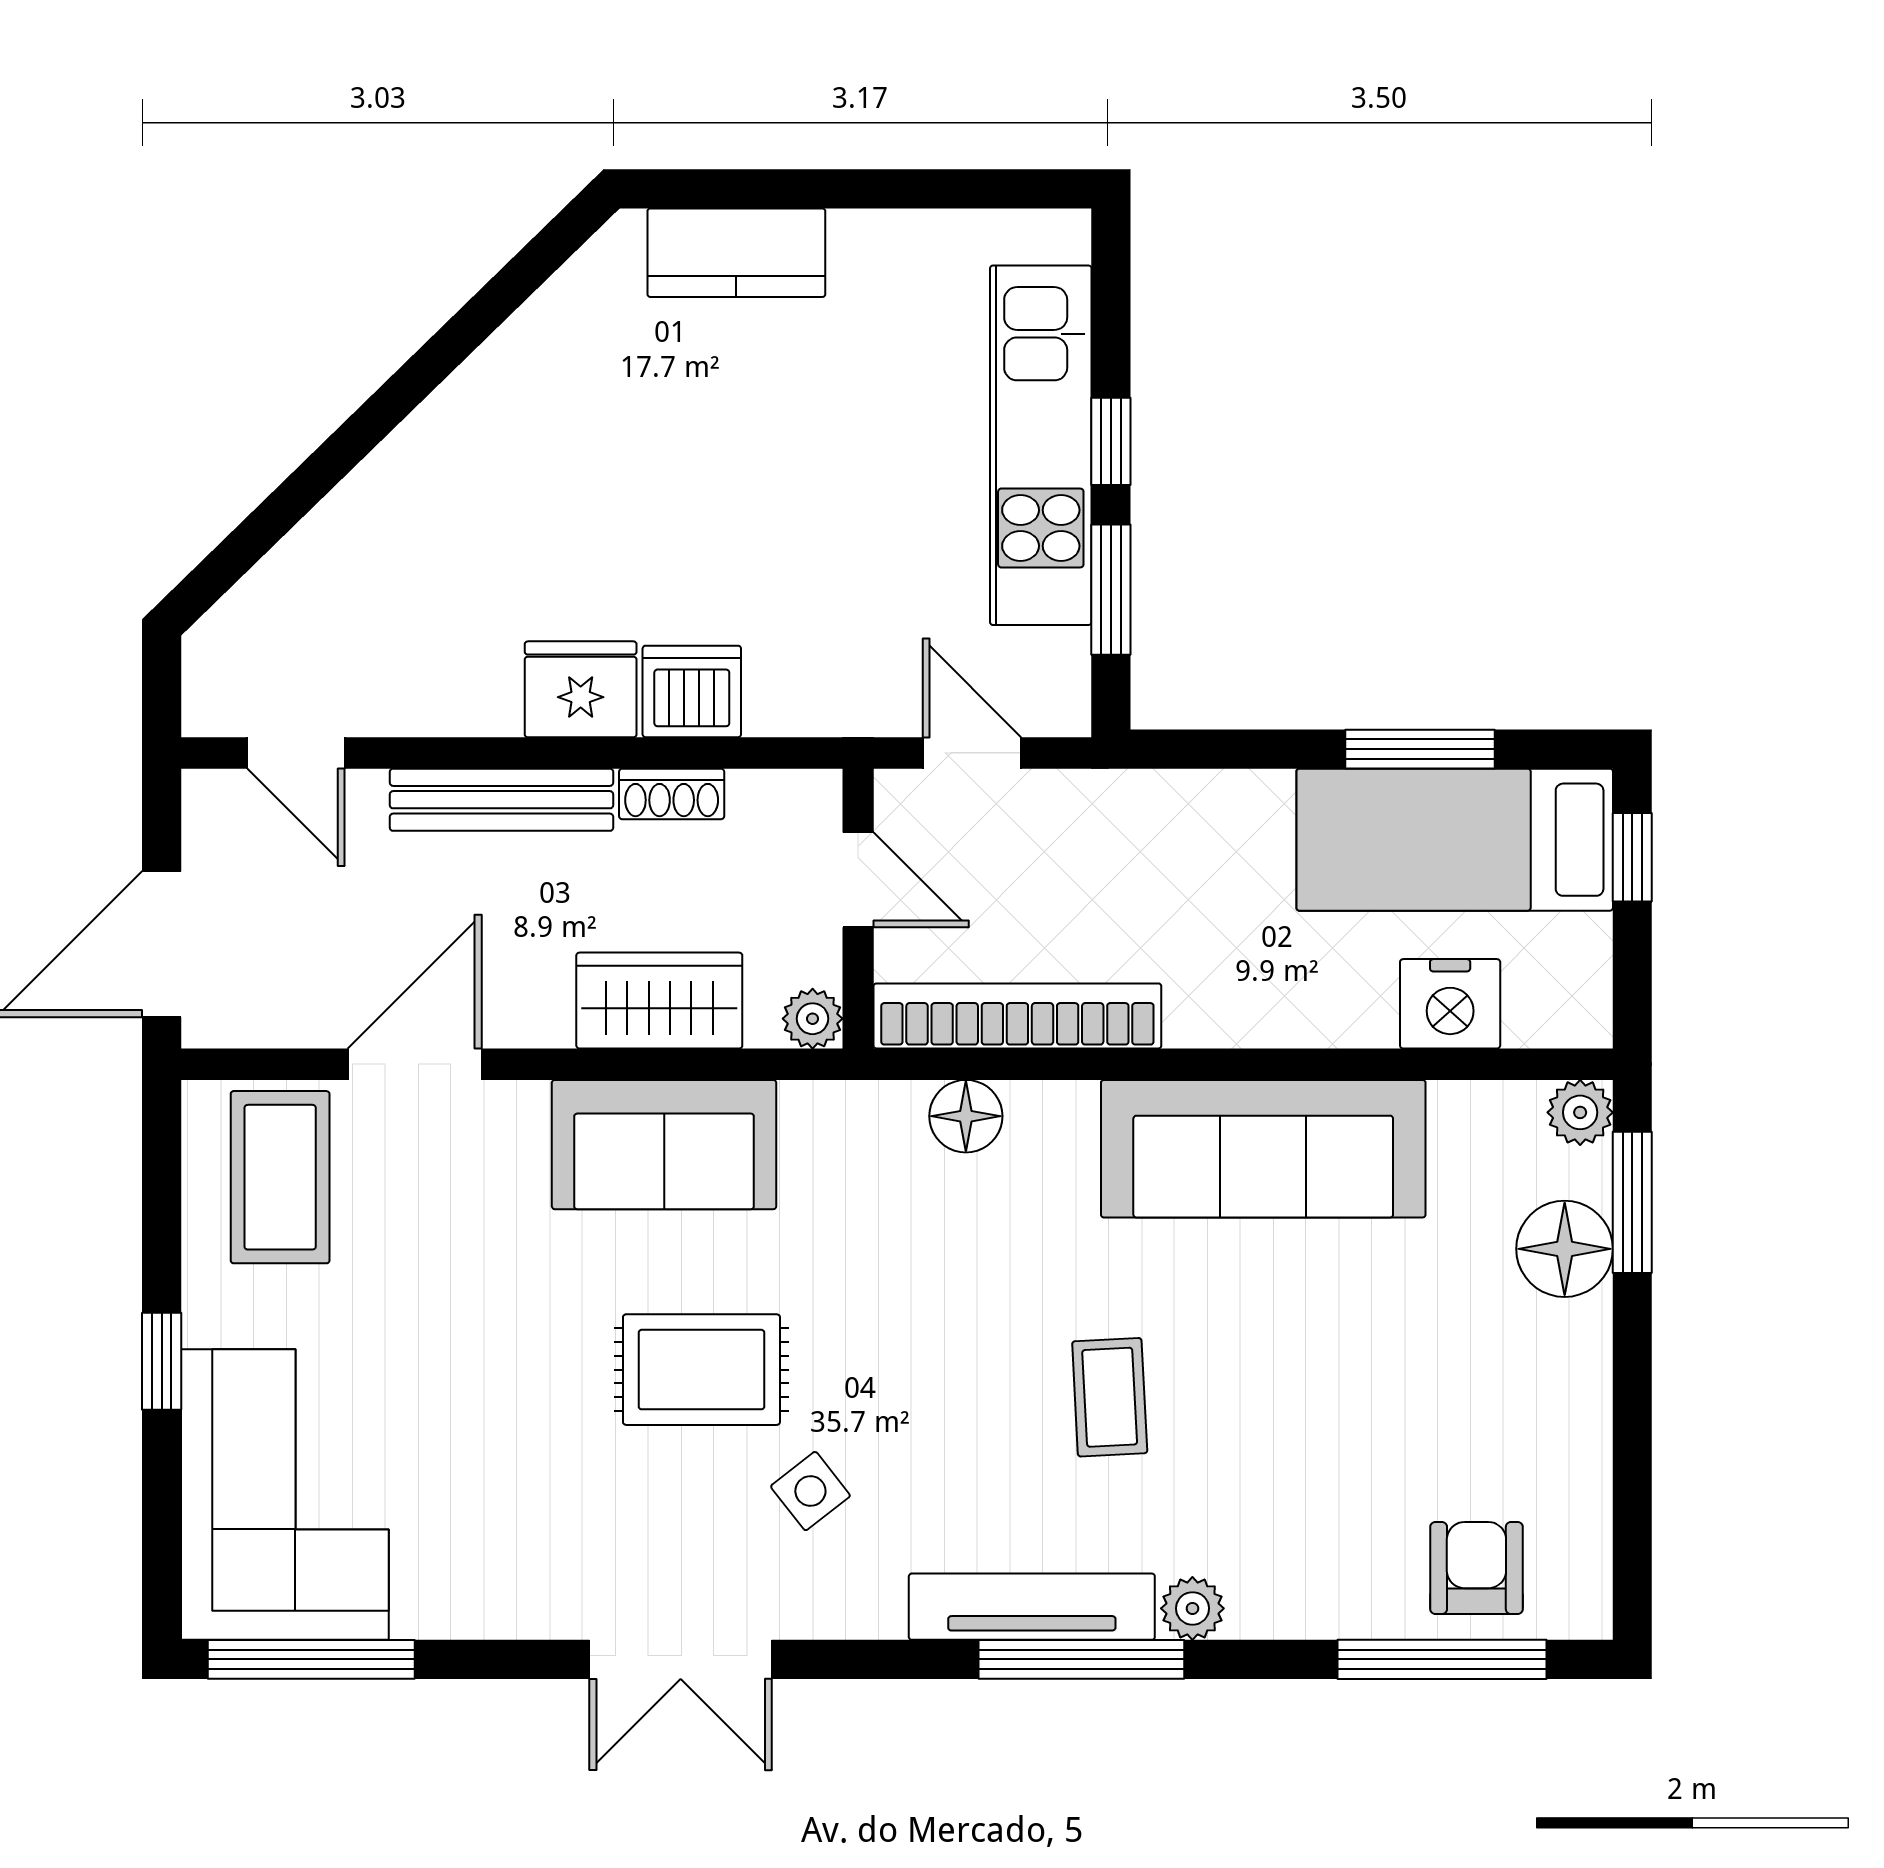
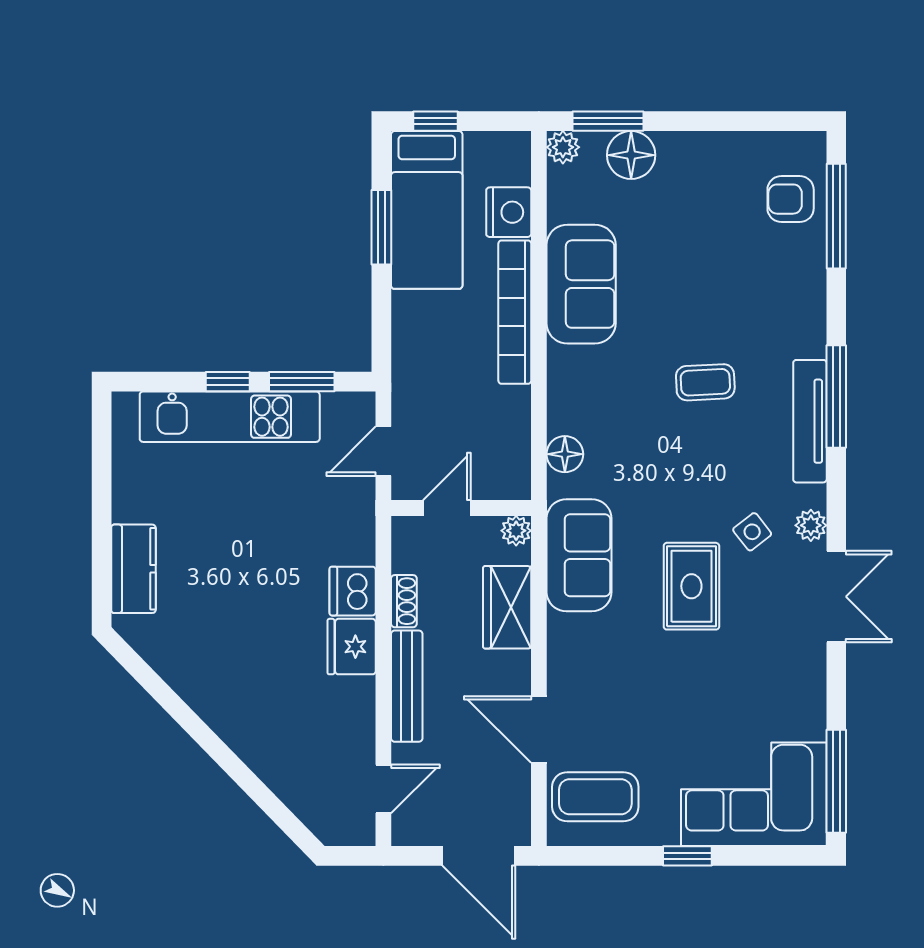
bookcase: (1017, 1016) -> (515, 312), moved
sofa: (664, 1145) -> (579, 555), moved
sofa: (1263, 1149) -> (581, 284), width x0.73
plant: (1192, 1608) -> (811, 525), moved

